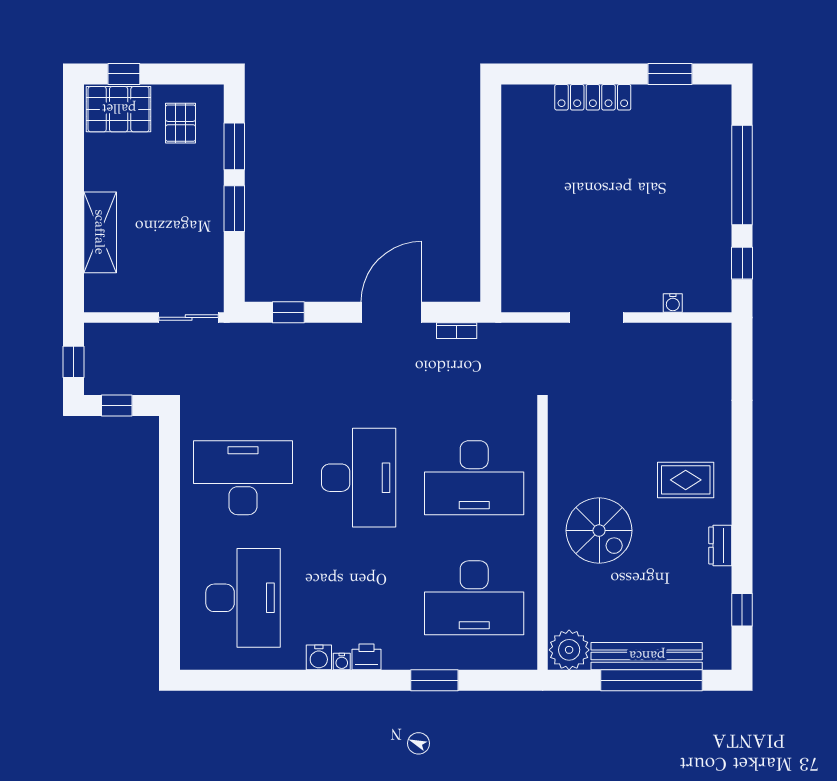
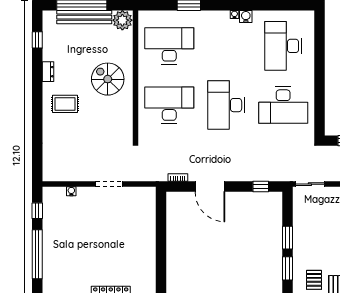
door: (391, 312) -> (210, 187), hinge flipped
printer: (367, 657) -> (222, 17), removed

